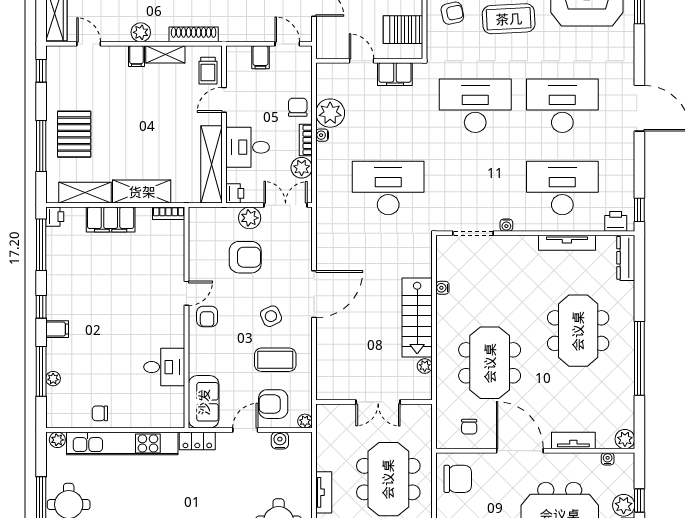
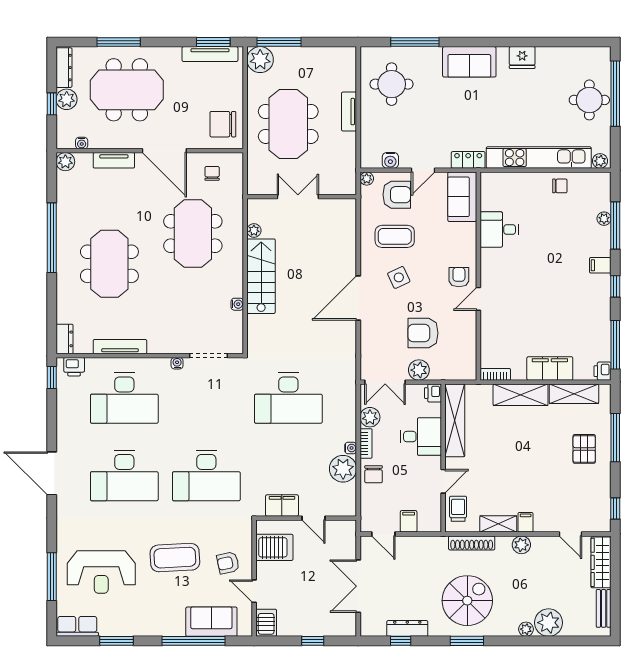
pallet: (74, 134) -> (584, 449), width x0.67, depth x0.71
dresser: (626, 258) -> (65, 339), width x0.70

